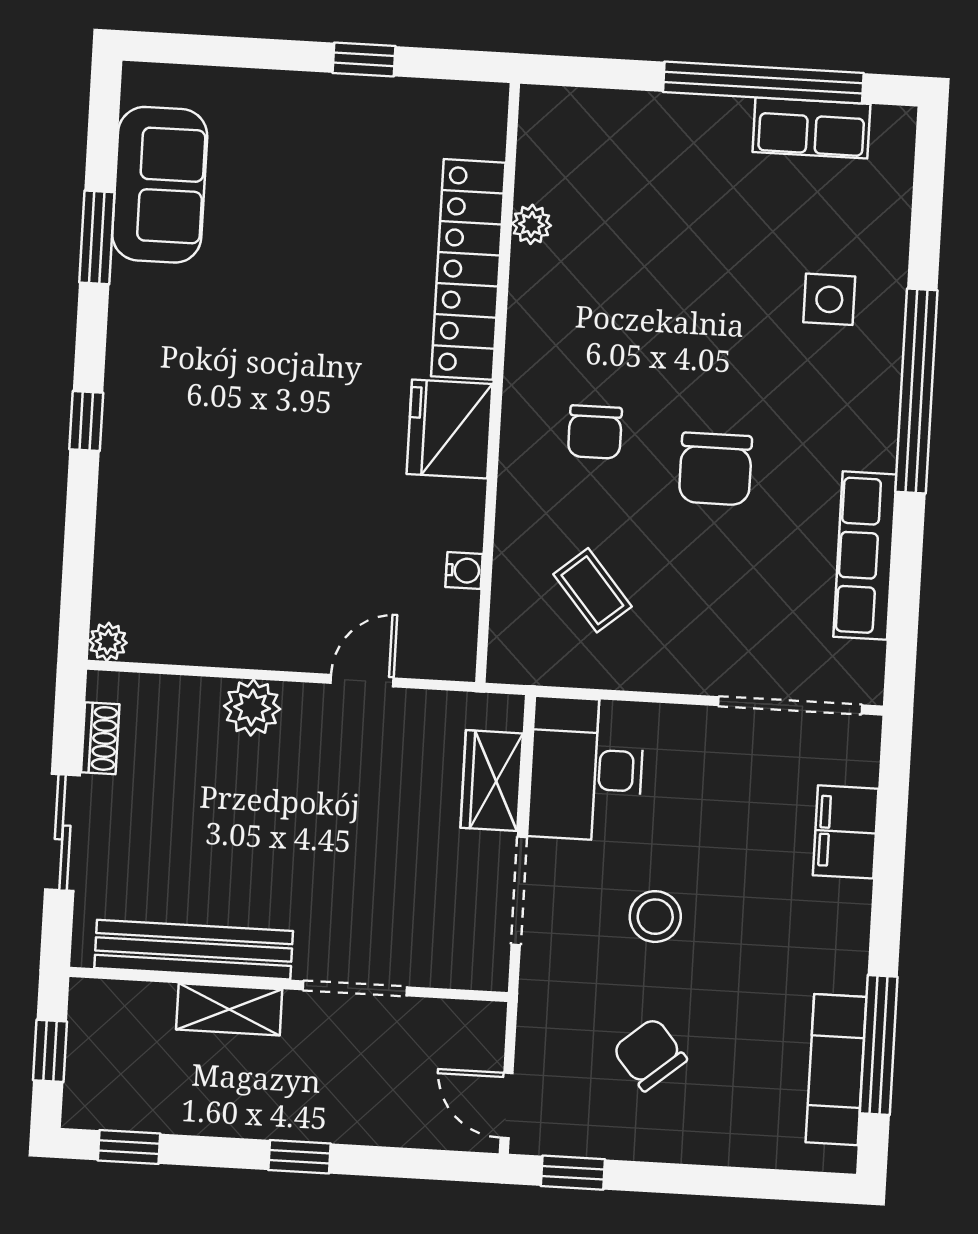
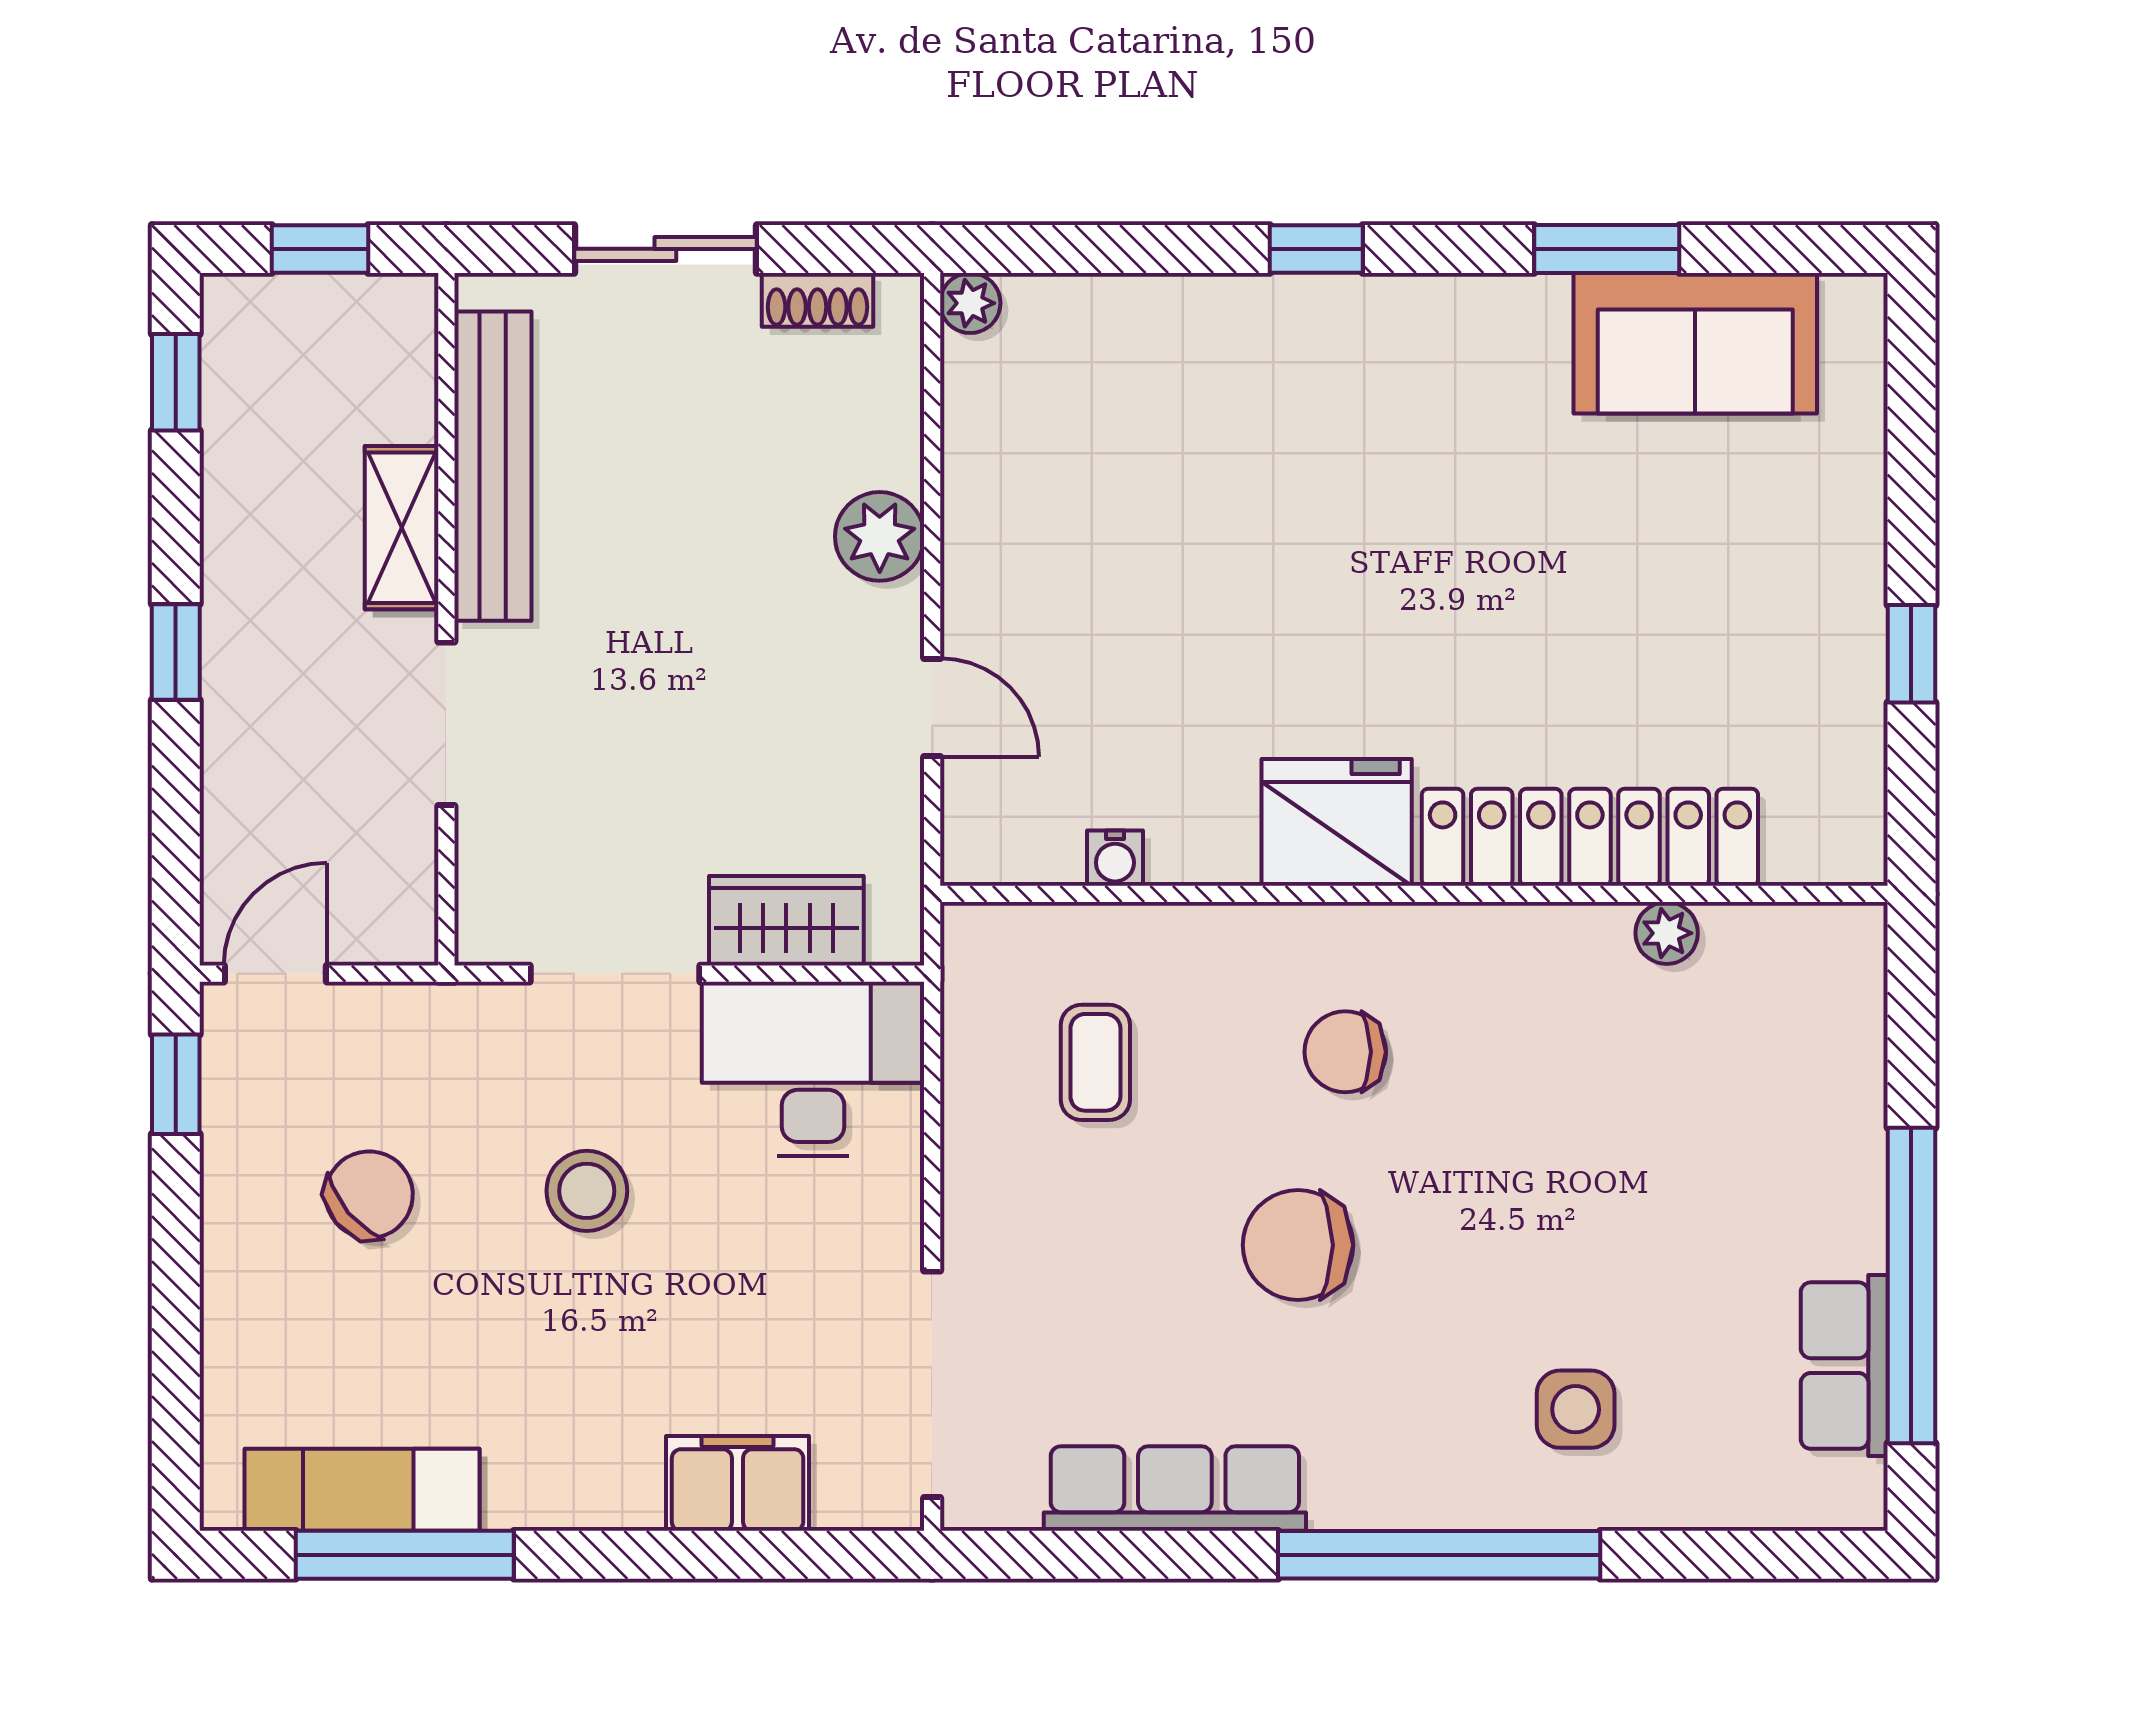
coffee table: (592, 590) -> (1095, 1062), turned -50

